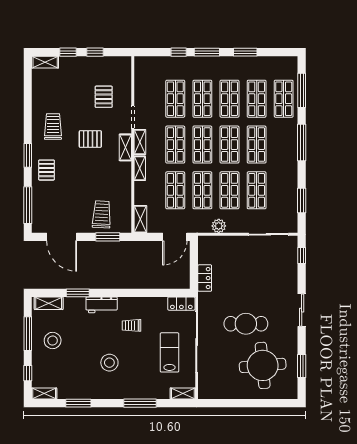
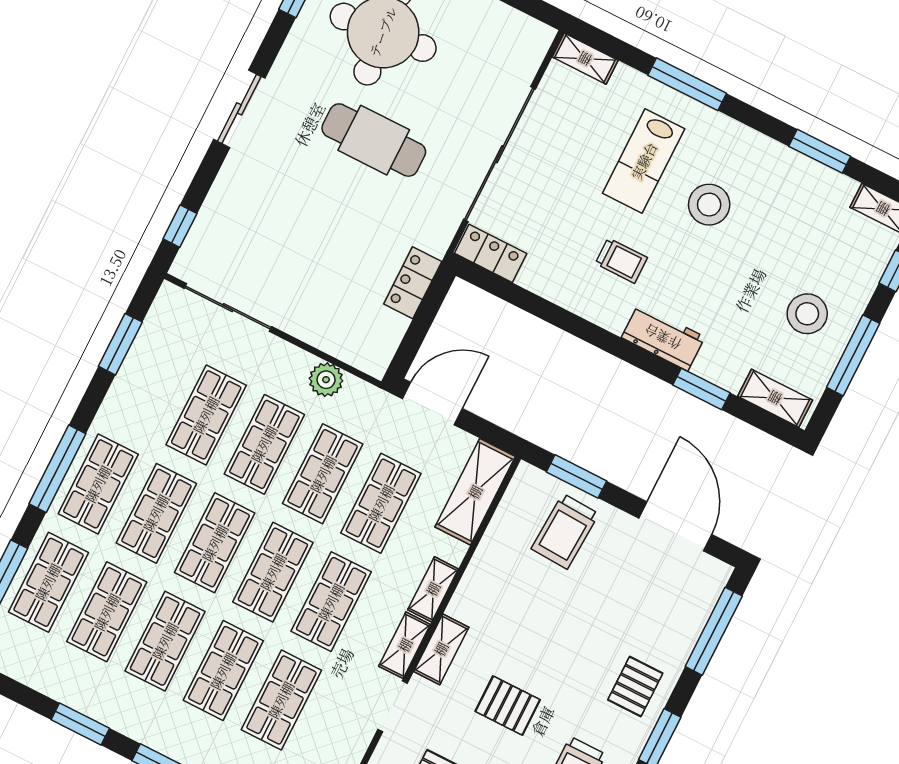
shop shelf: (284, 145) -> (98, 484), added
shelving: (140, 219) -> (475, 492), width x1.50, depth x1.33
lab bench: (170, 352) -> (644, 161), moved

